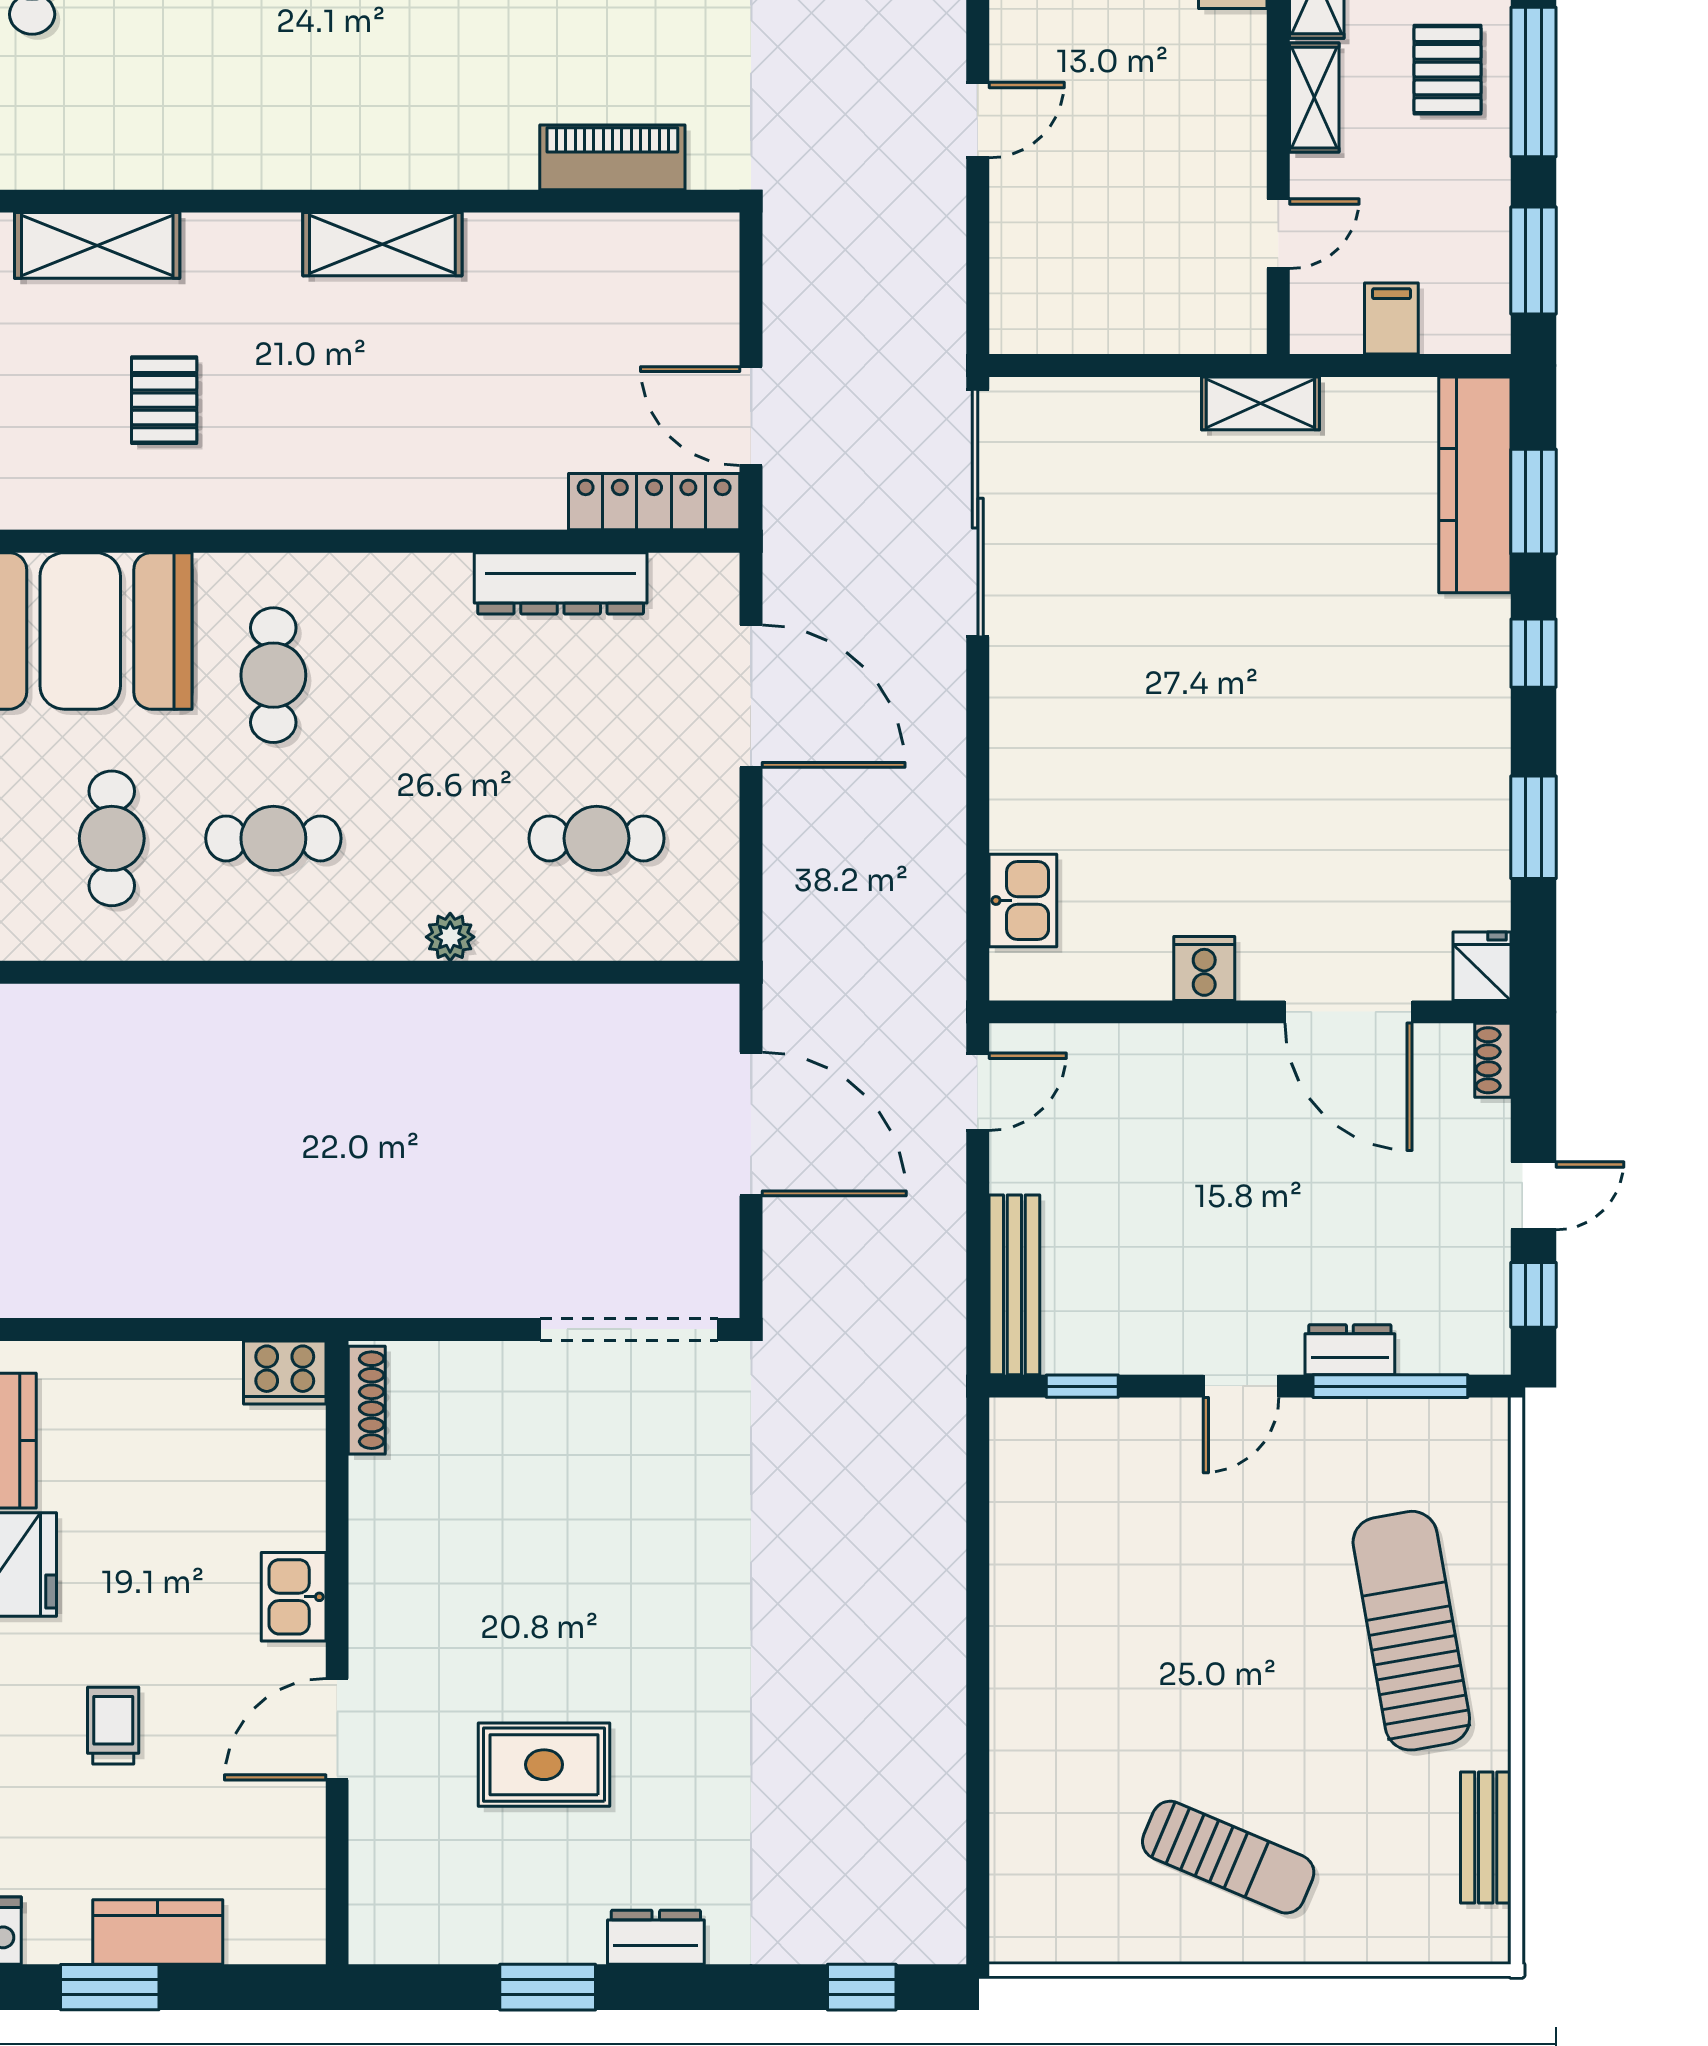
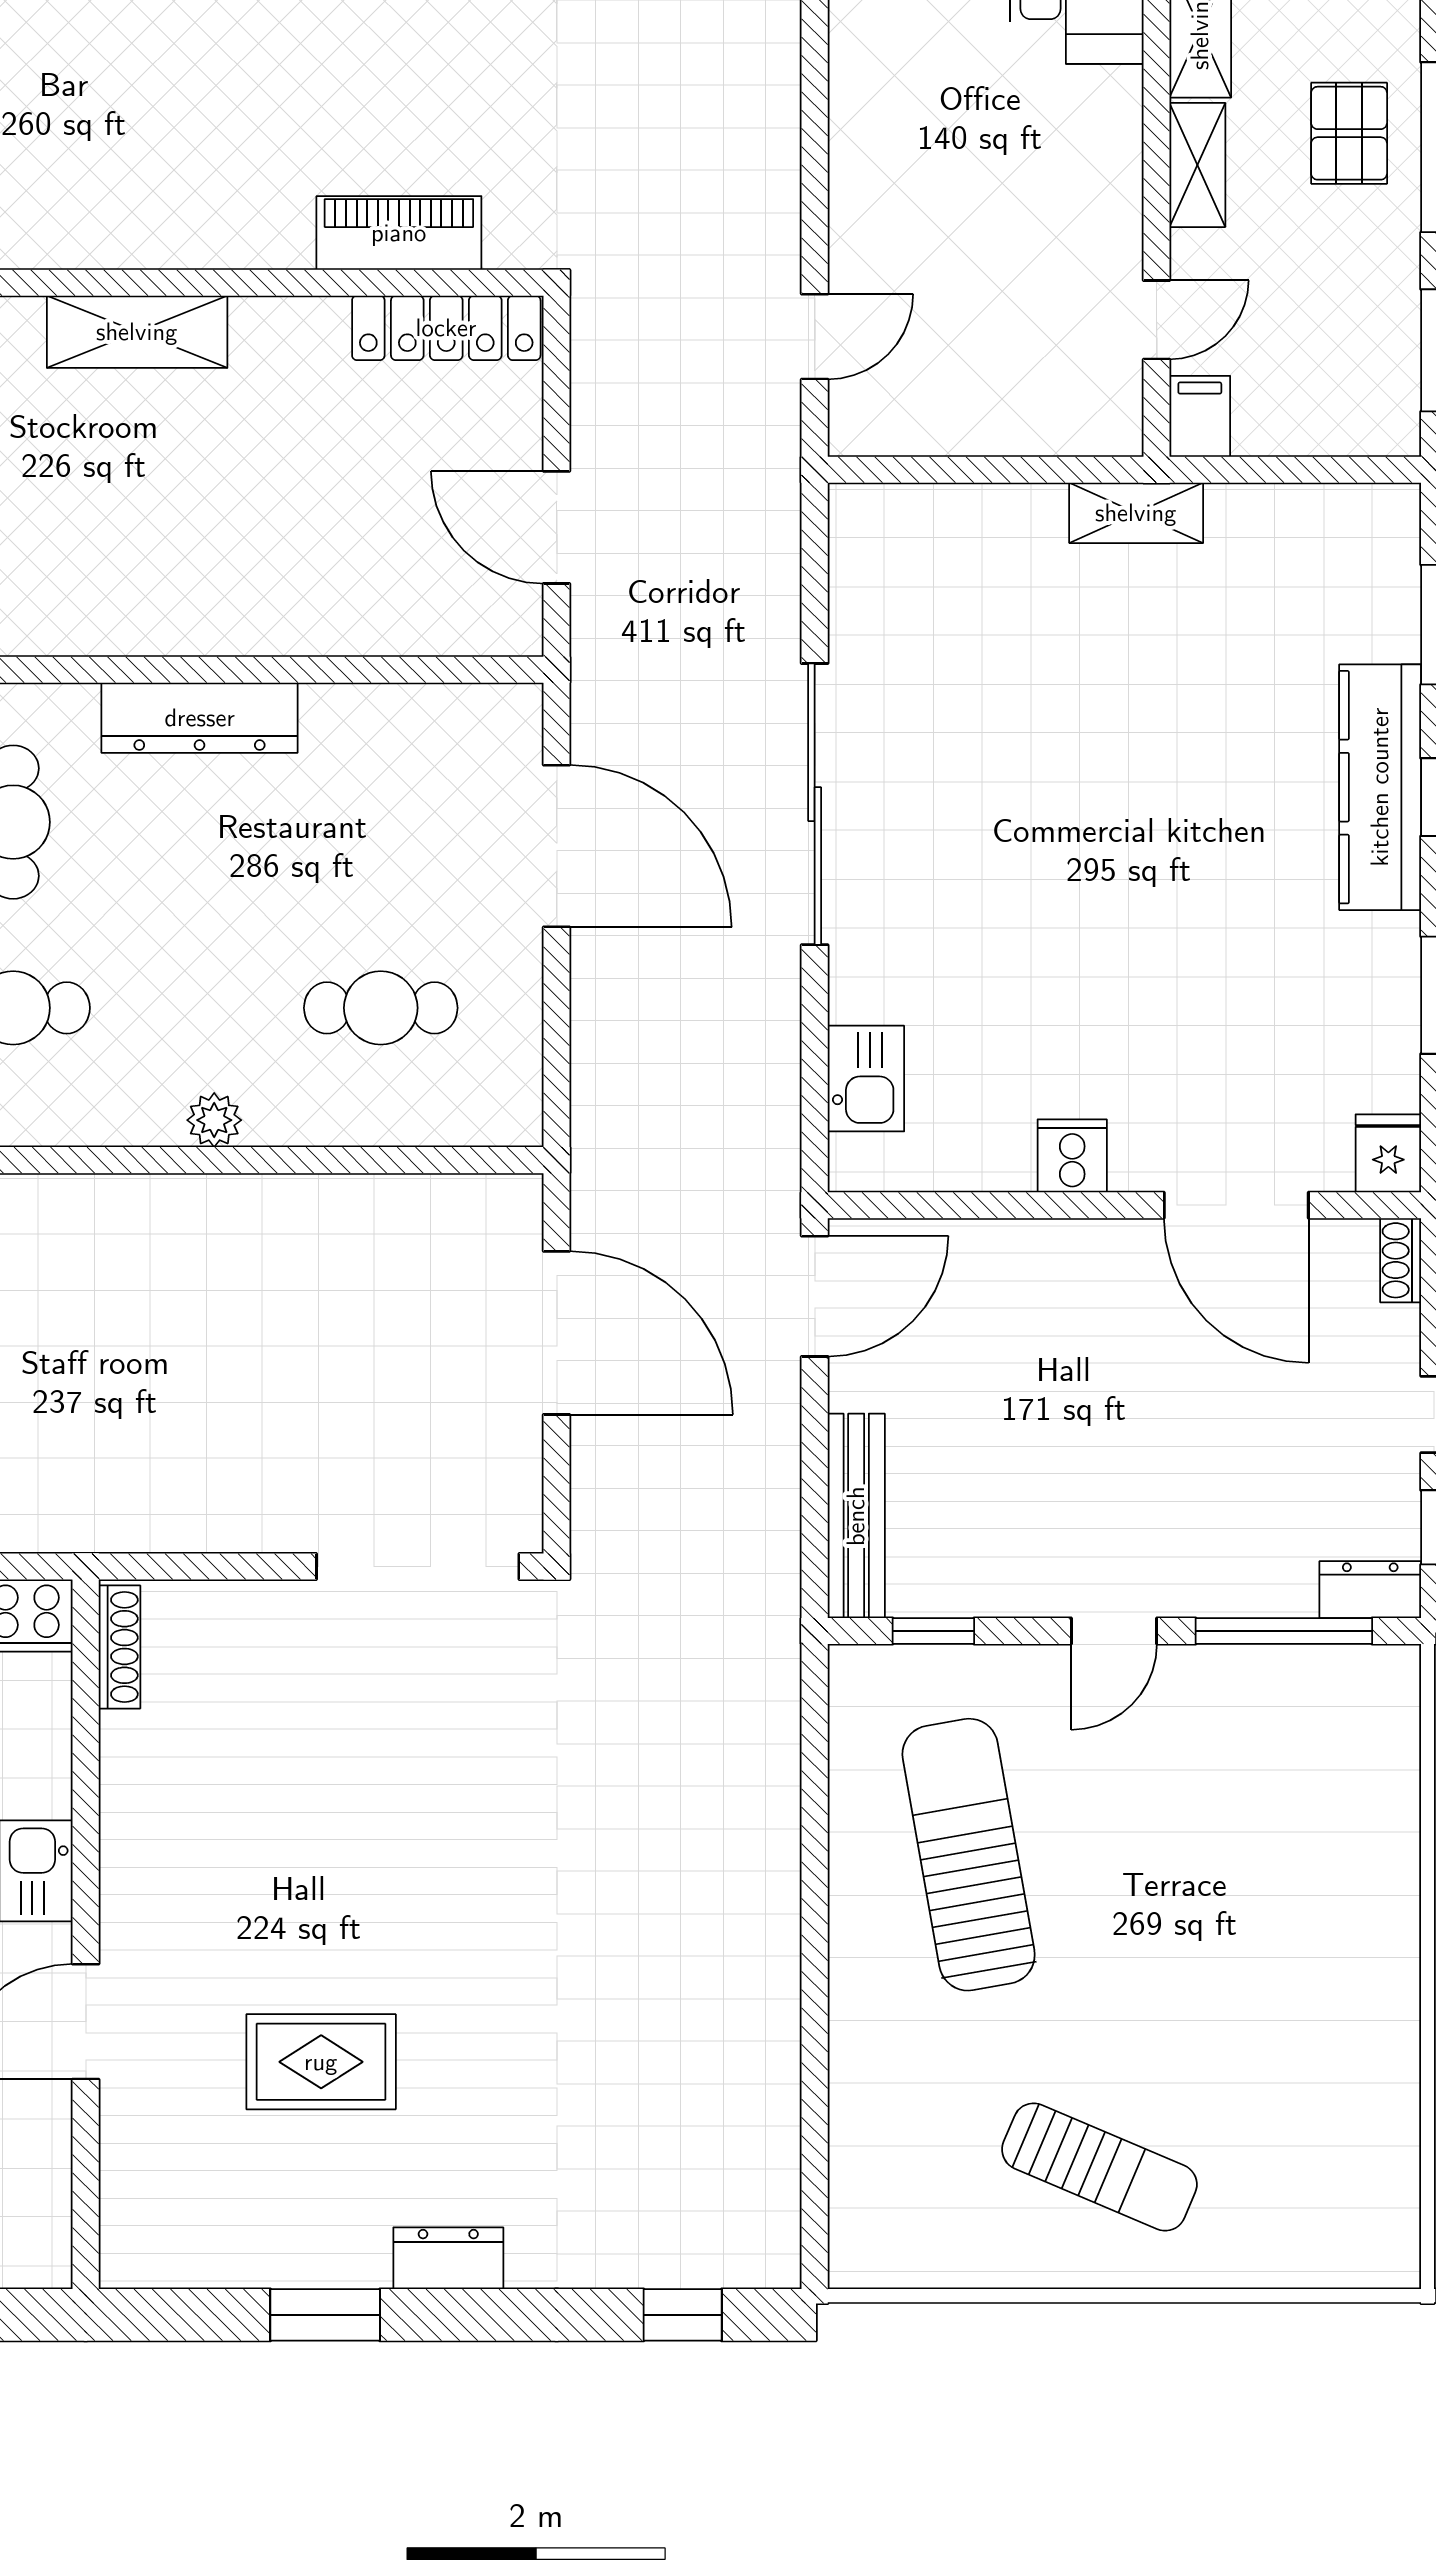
door: (978, 120) -> (815, 337), moved
filing cabinet: (1391, 319) -> (1200, 416), moved
kitchen counter: (1475, 485) -> (1380, 787), moved
locker: (654, 502) -> (446, 328), moved, turned 180
sliding door: (978, 513) -> (815, 804), moved
dresser: (561, 583) -> (200, 718), moved
door: (978, 1092) -> (815, 1296), width x1.38
dresser: (1350, 1350) -> (1370, 1590), moved
sun lounger: (1411, 1631) -> (969, 1855), moved
bench: (1486, 1838) -> (1393, 2145), removed

